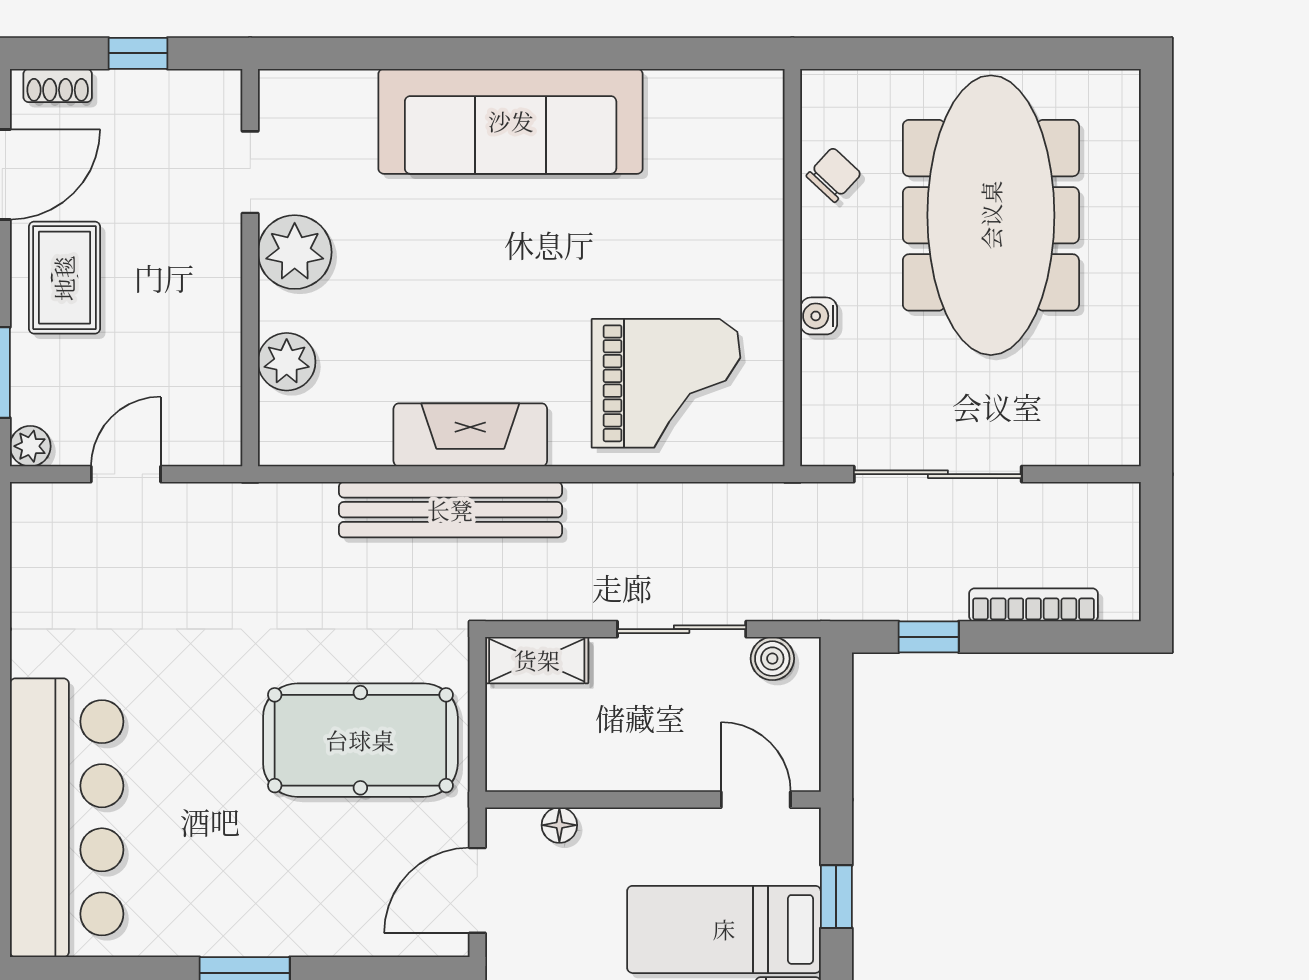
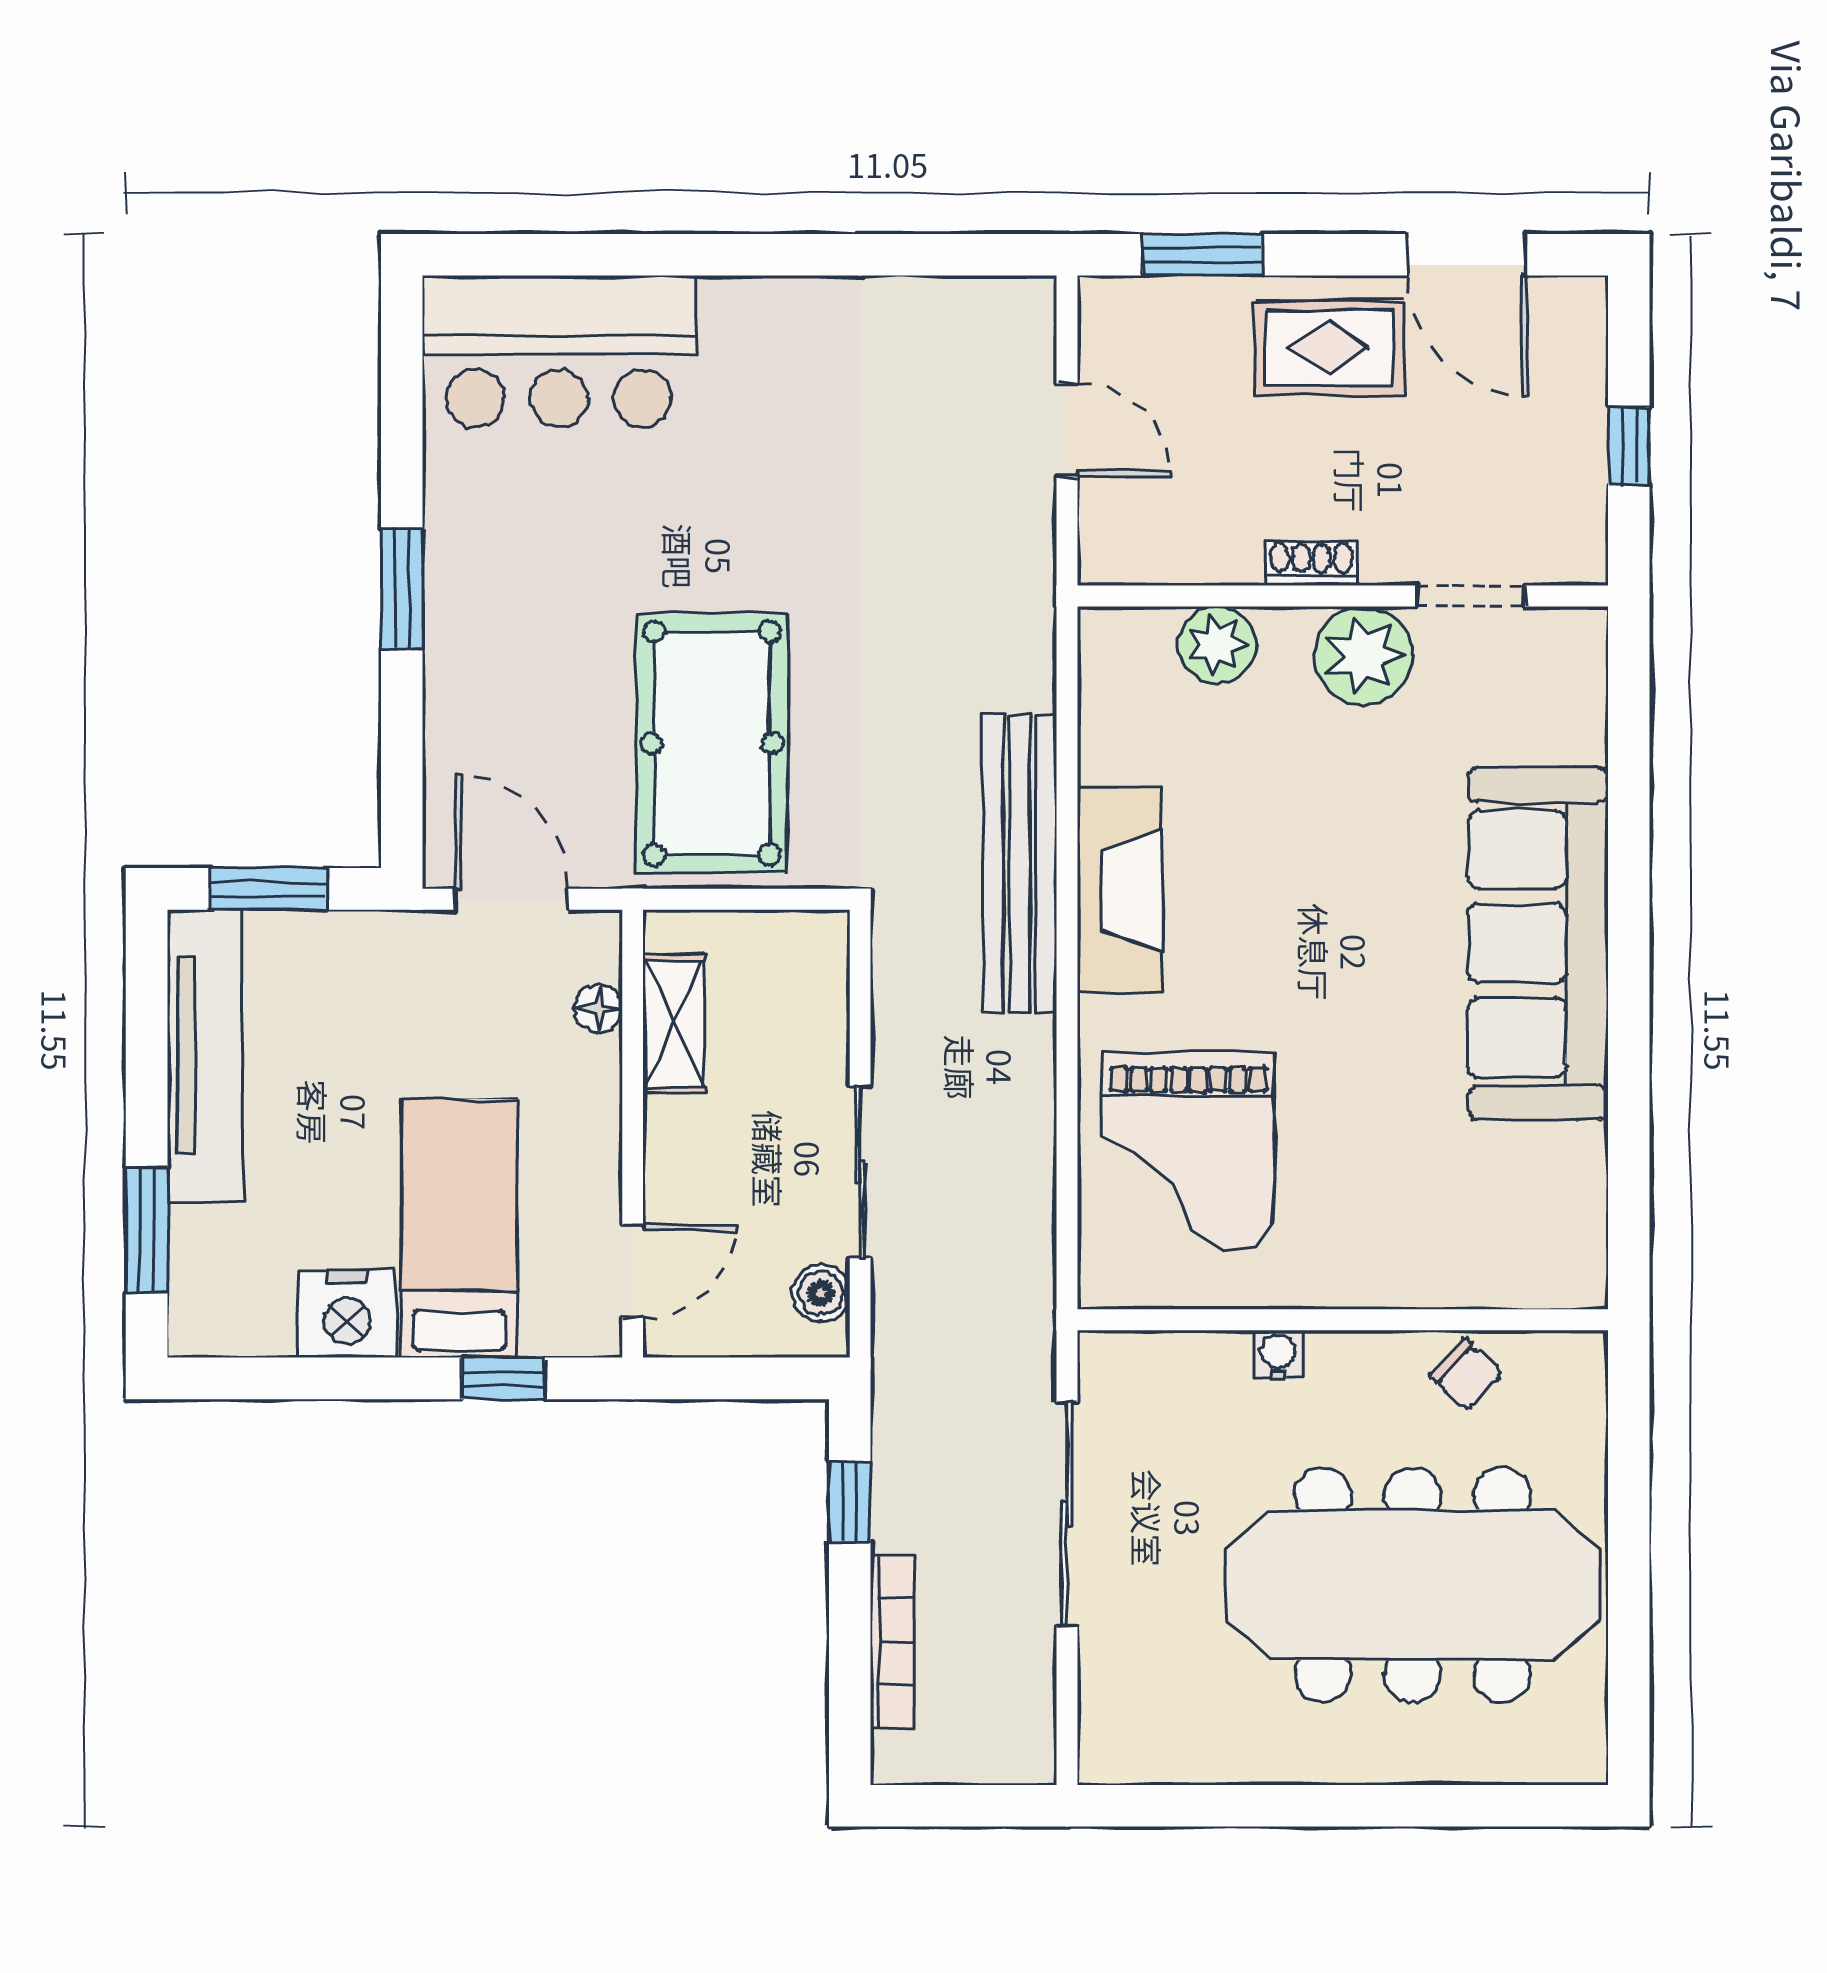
shoe rack: (58, 85) -> (1312, 563), moved, turned 90
plant: (30, 446) -> (1104, 302), removed
shelving: (537, 660) -> (674, 1023), moved
bar counter: (67, 818) -> (559, 351), width x0.73

